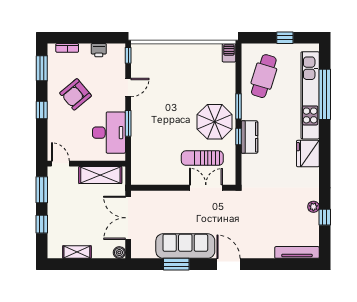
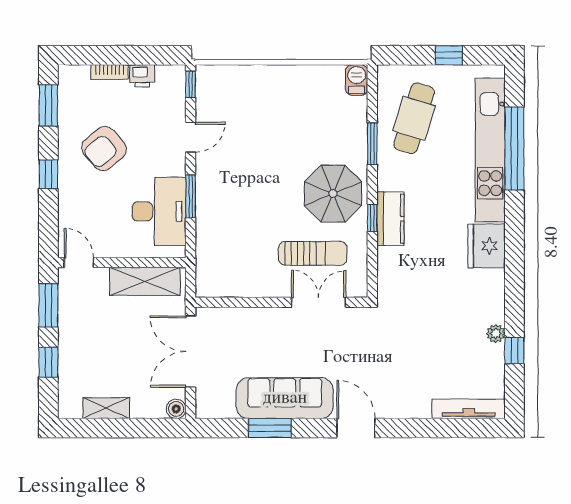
bookcase: (67, 48) -> (109, 72), moved
window: (238, 106) -> (372, 144), moved
sun lounger: (202, 158) -> (313, 253), turned 180

